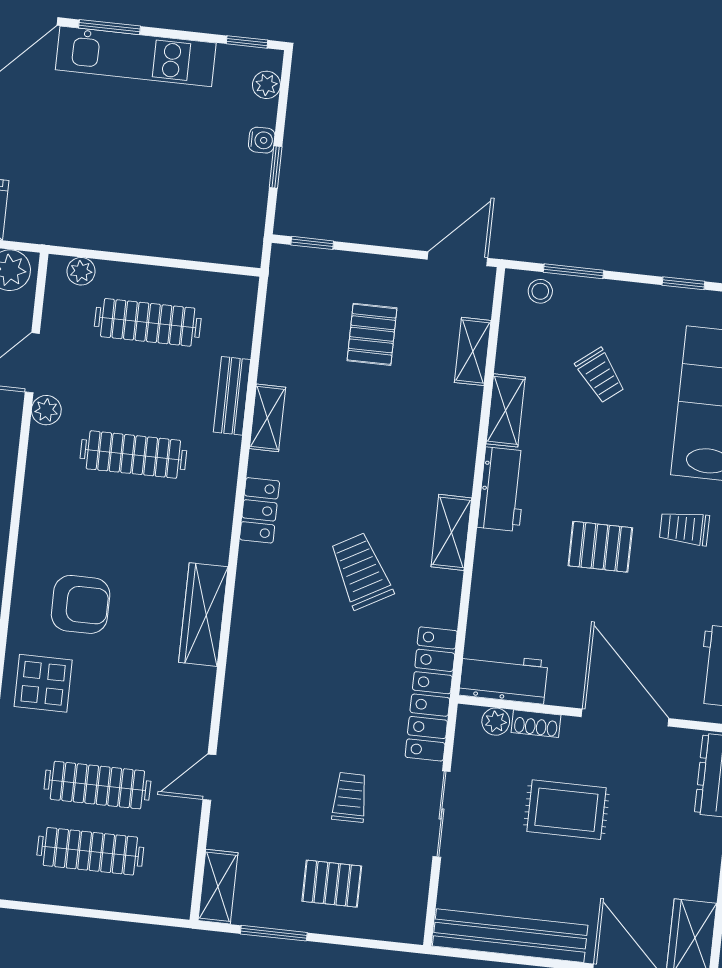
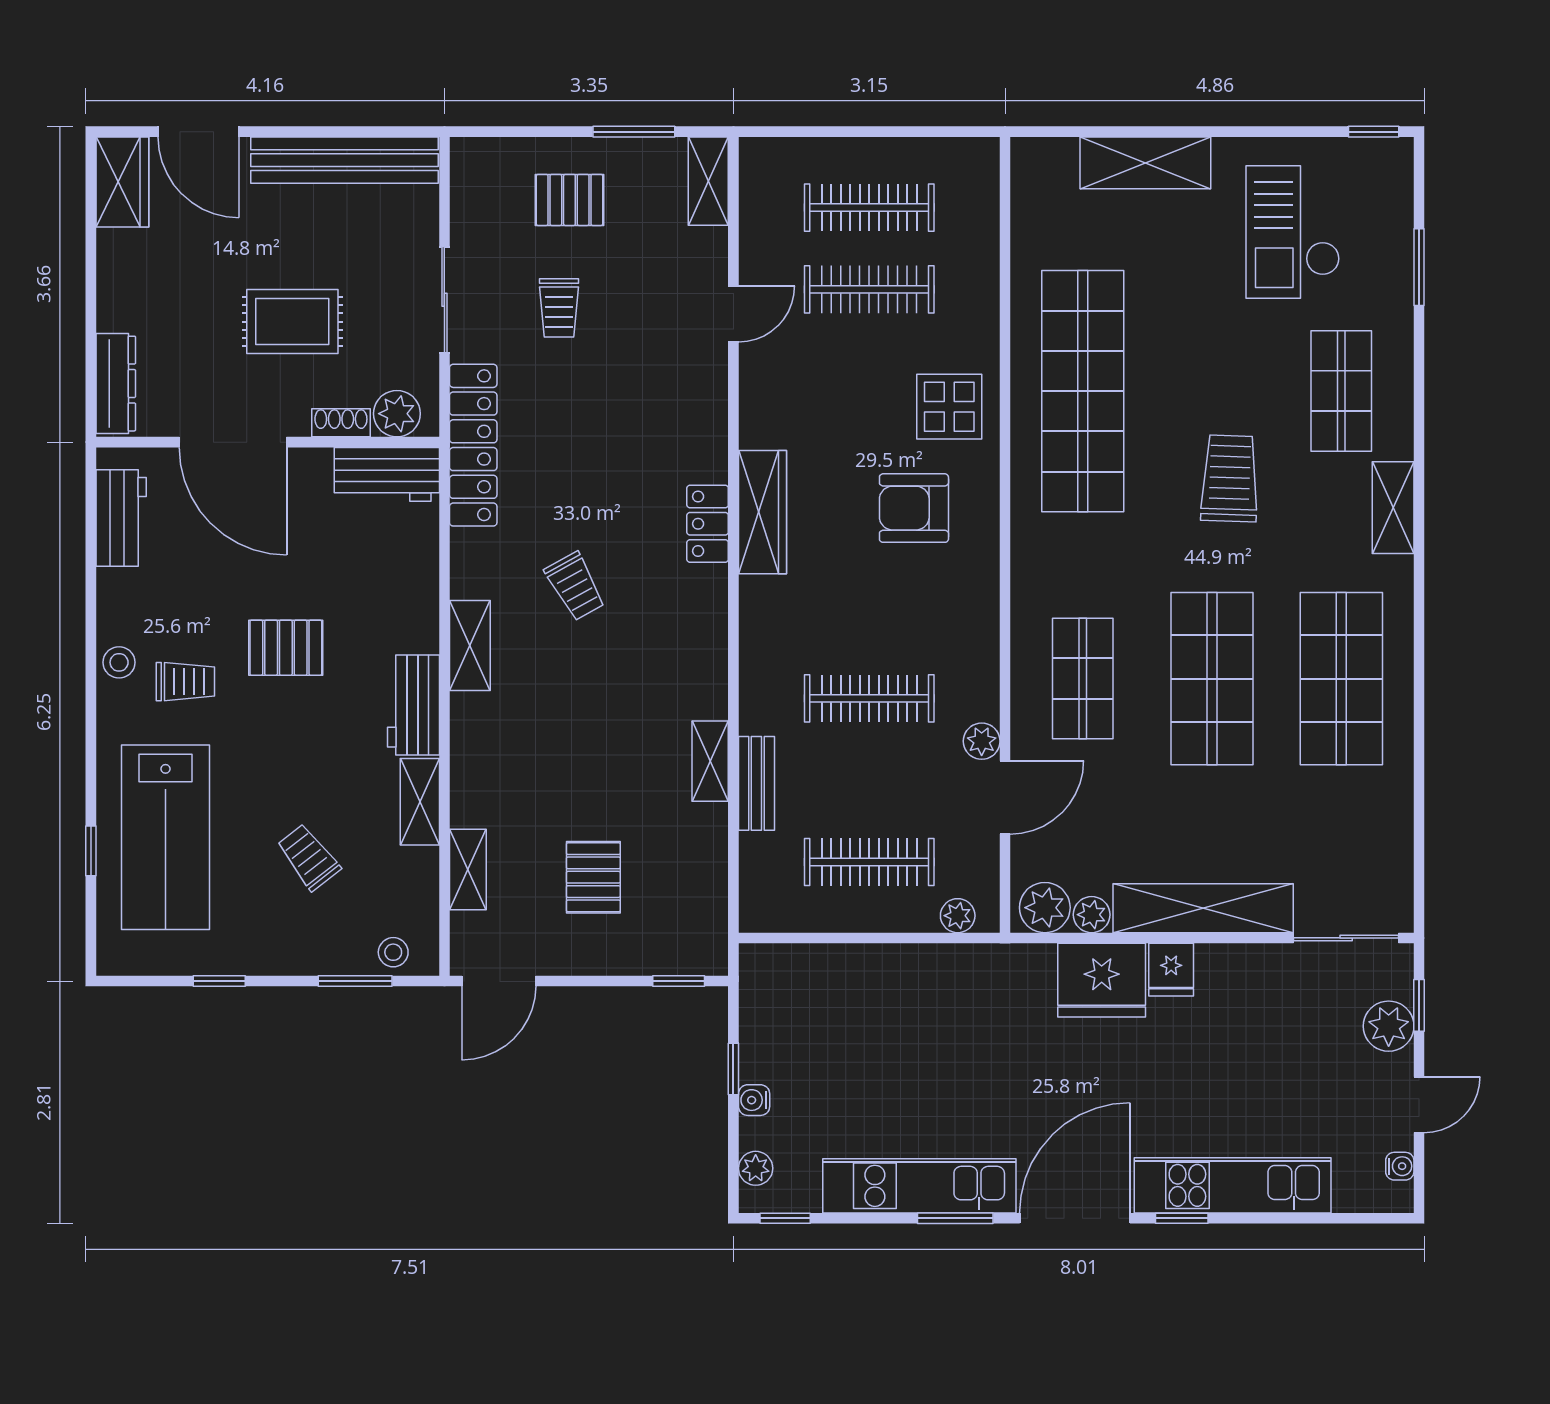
locker: (259, 510) -> (708, 524), moved
trolley: (361, 571) -> (575, 586), width x0.73, depth x0.72
plant: (496, 722) -> (397, 414), width x1.38, depth x1.38

